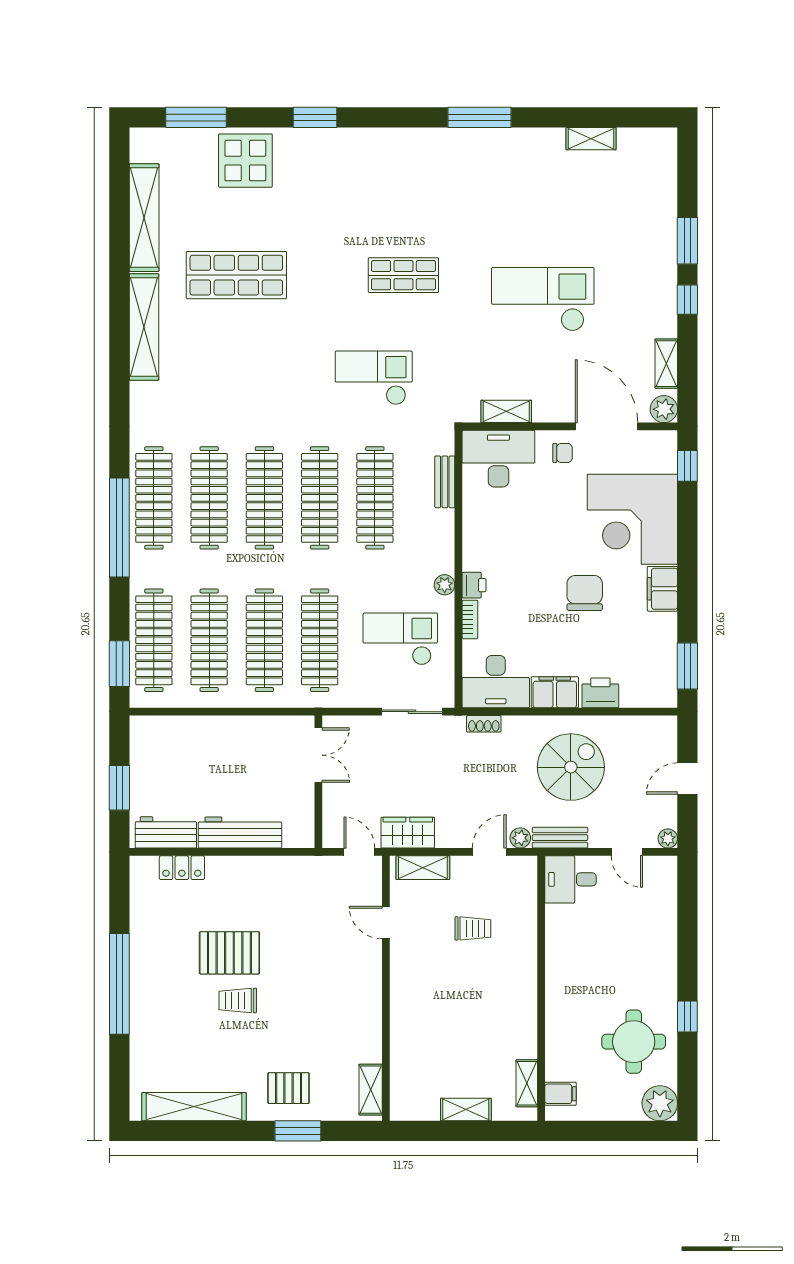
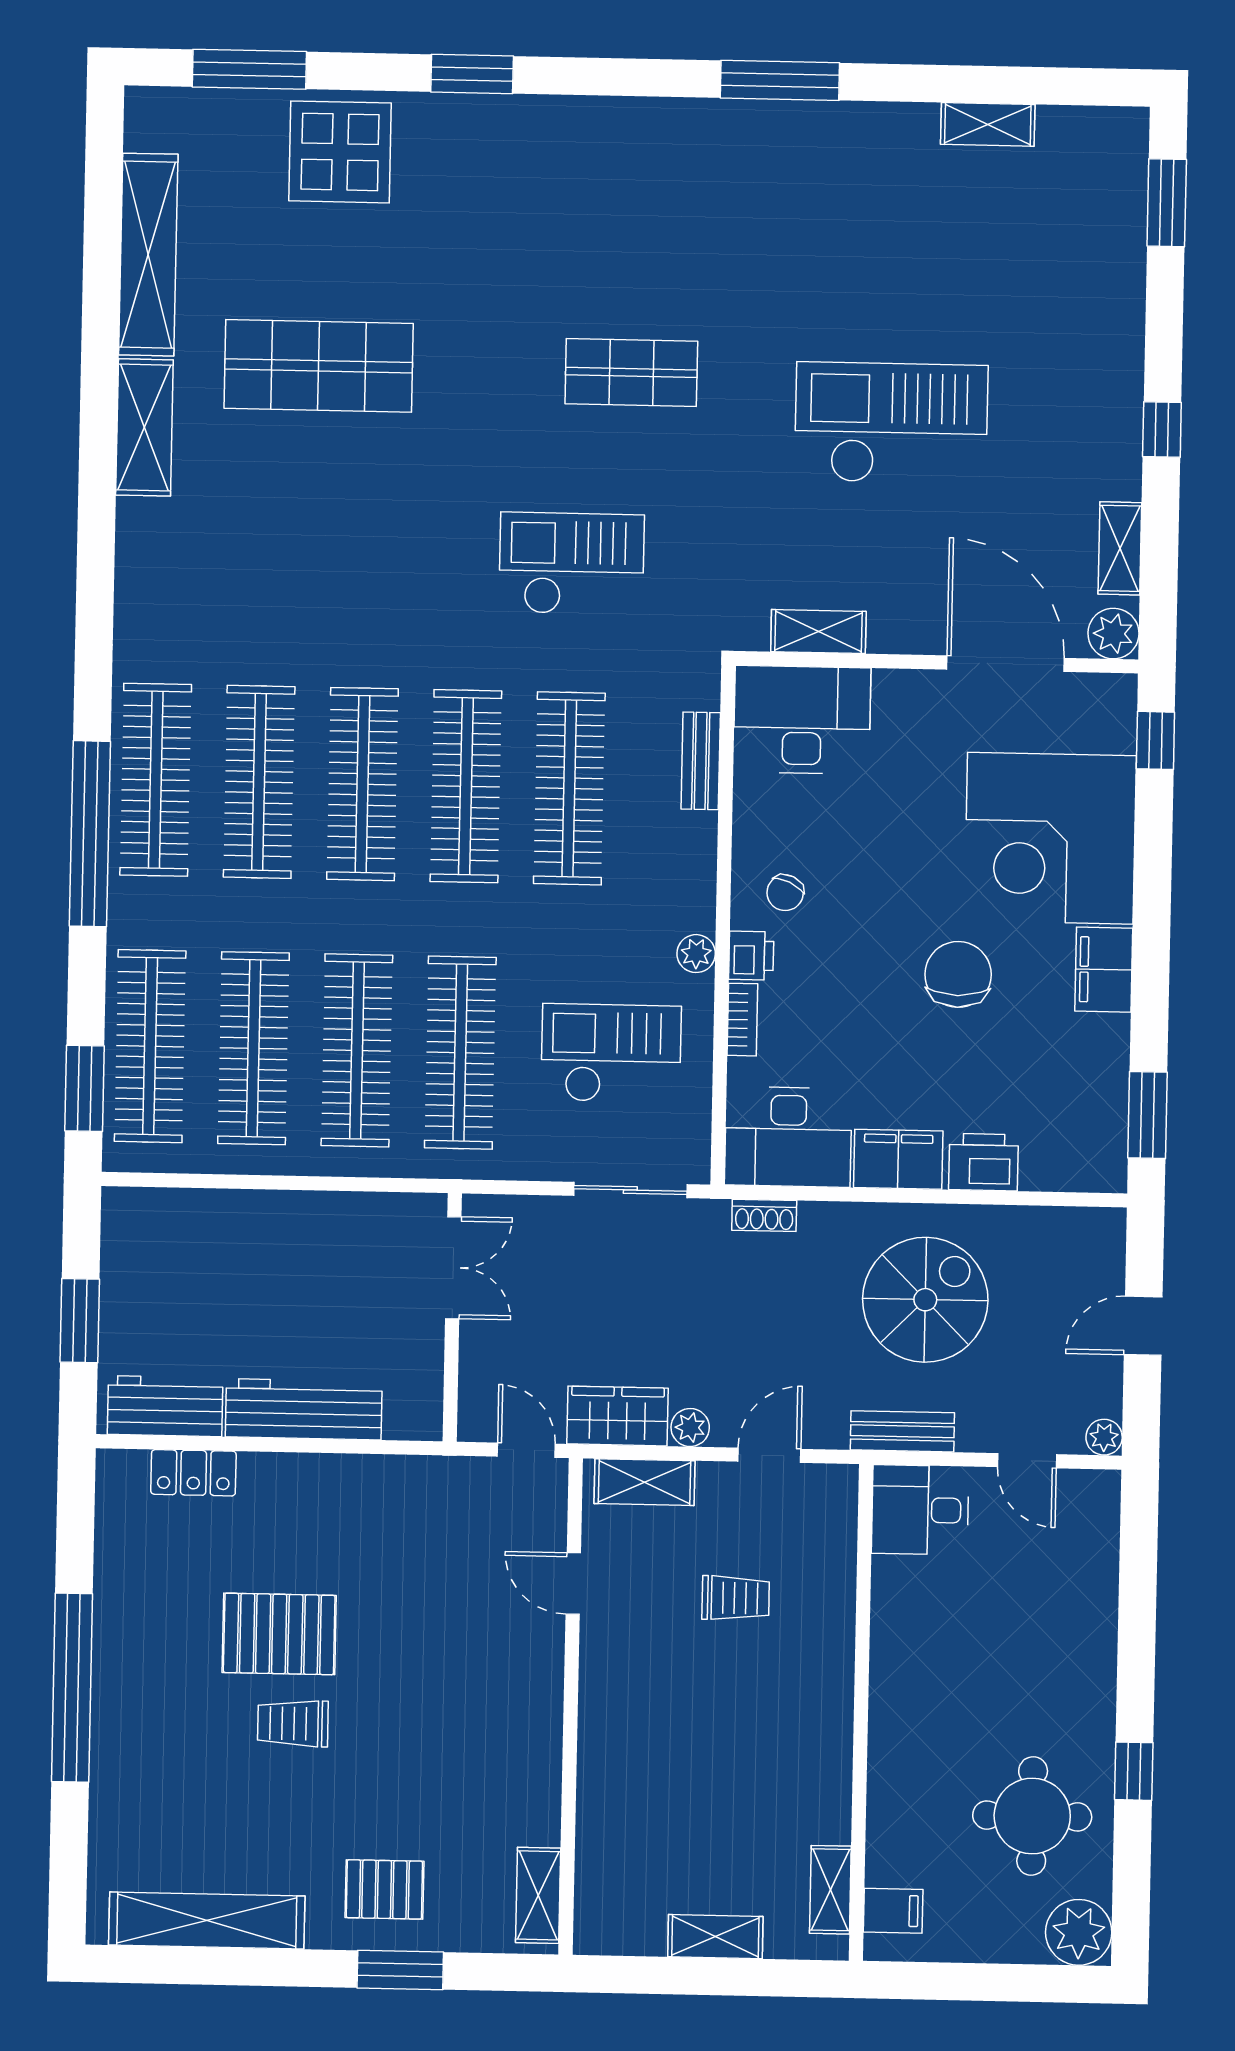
window: (687, 241) -> (1167, 203), moved
shelving: (144, 327) -> (144, 427), width x0.68
chair: (563, 453) -> (785, 893), moved, turned 115
plant: (520, 838) -> (690, 1427), moved

